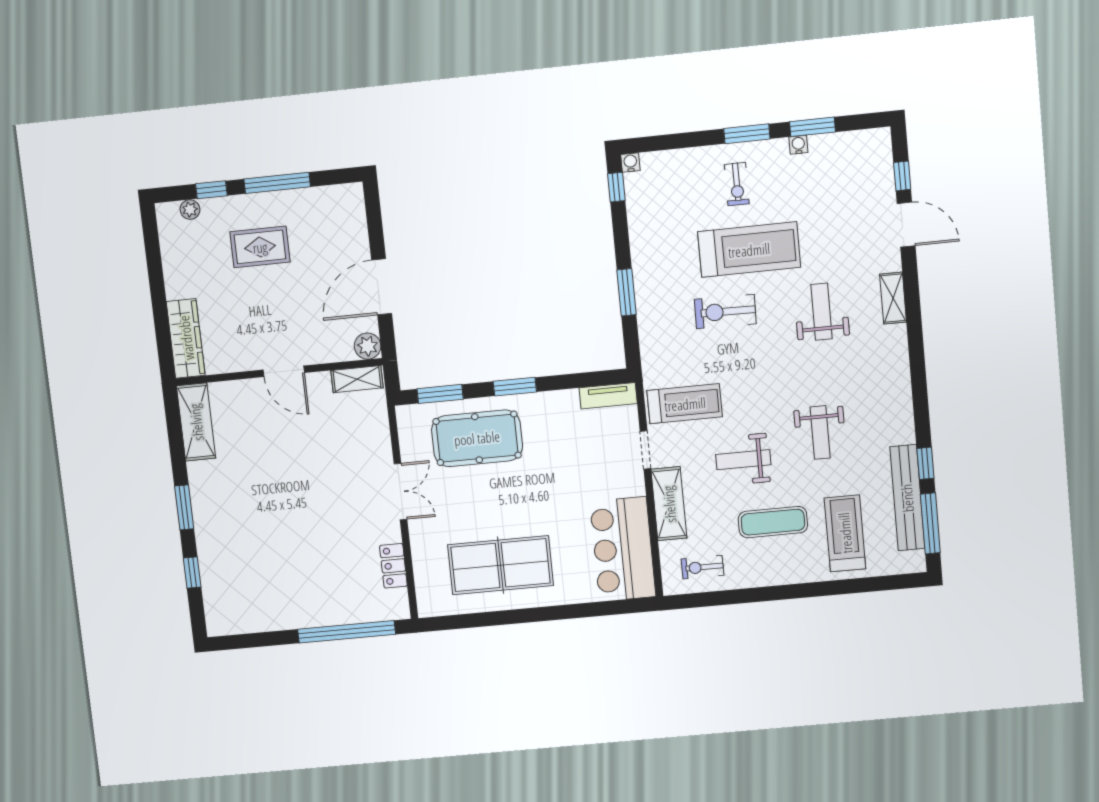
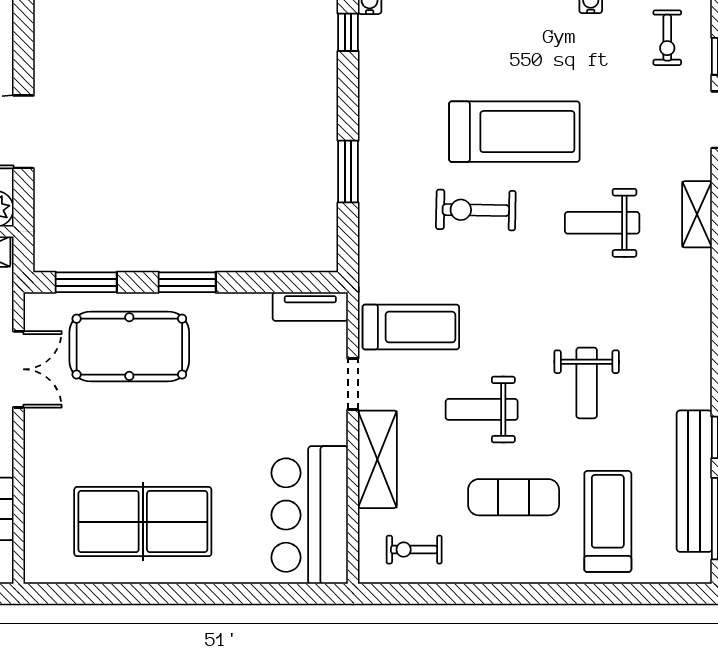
exercise bike: (737, 184) -> (667, 38), moved
weight bench: (822, 312) -> (602, 223), turned -90
double door: (401, 492) -> (18, 369), moved

